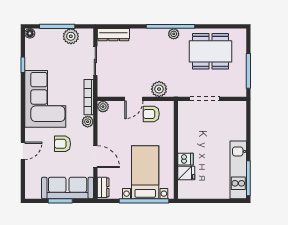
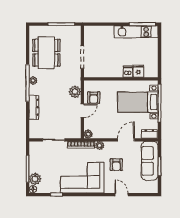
dresser: (113, 35) -> (34, 107), moved
plant: (71, 36) -> (35, 179), moved
door: (134, 99) -> (82, 111), hinge flipped

